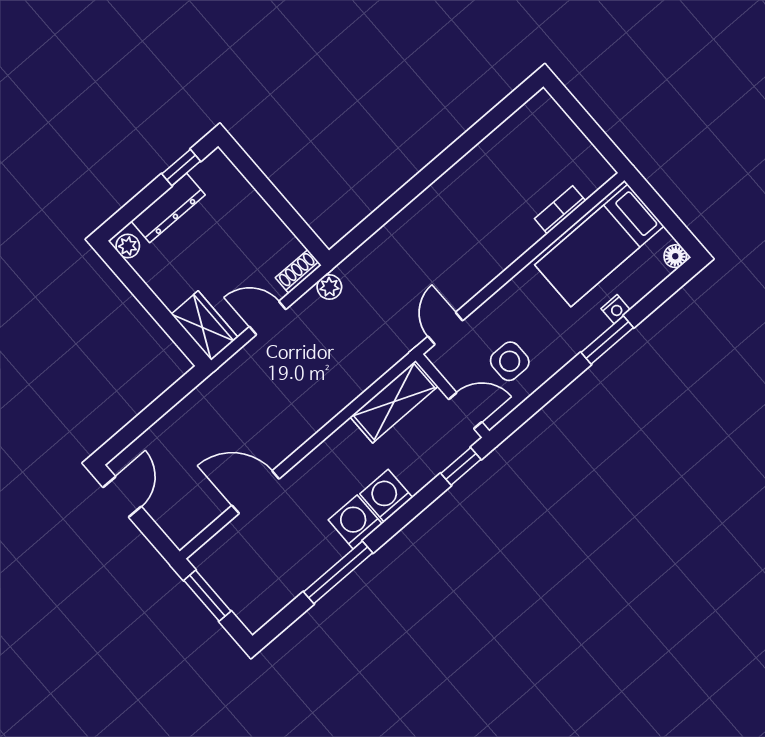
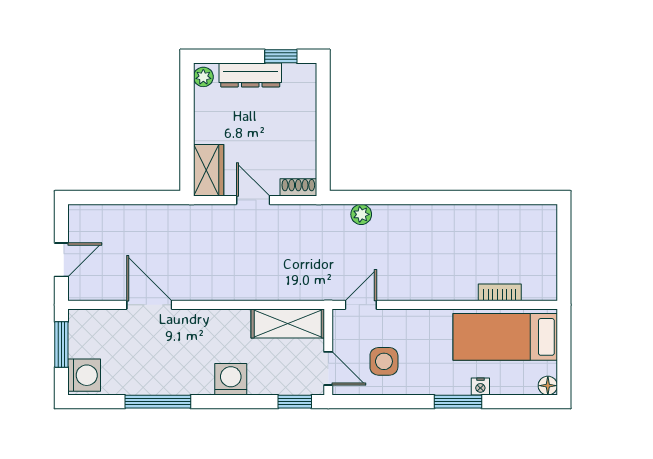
plant: (329, 287) -> (361, 214), moved
door: (122, 497) -> (61, 260), moved
washing machine: (355, 522) -> (84, 375), moved, turned 90

